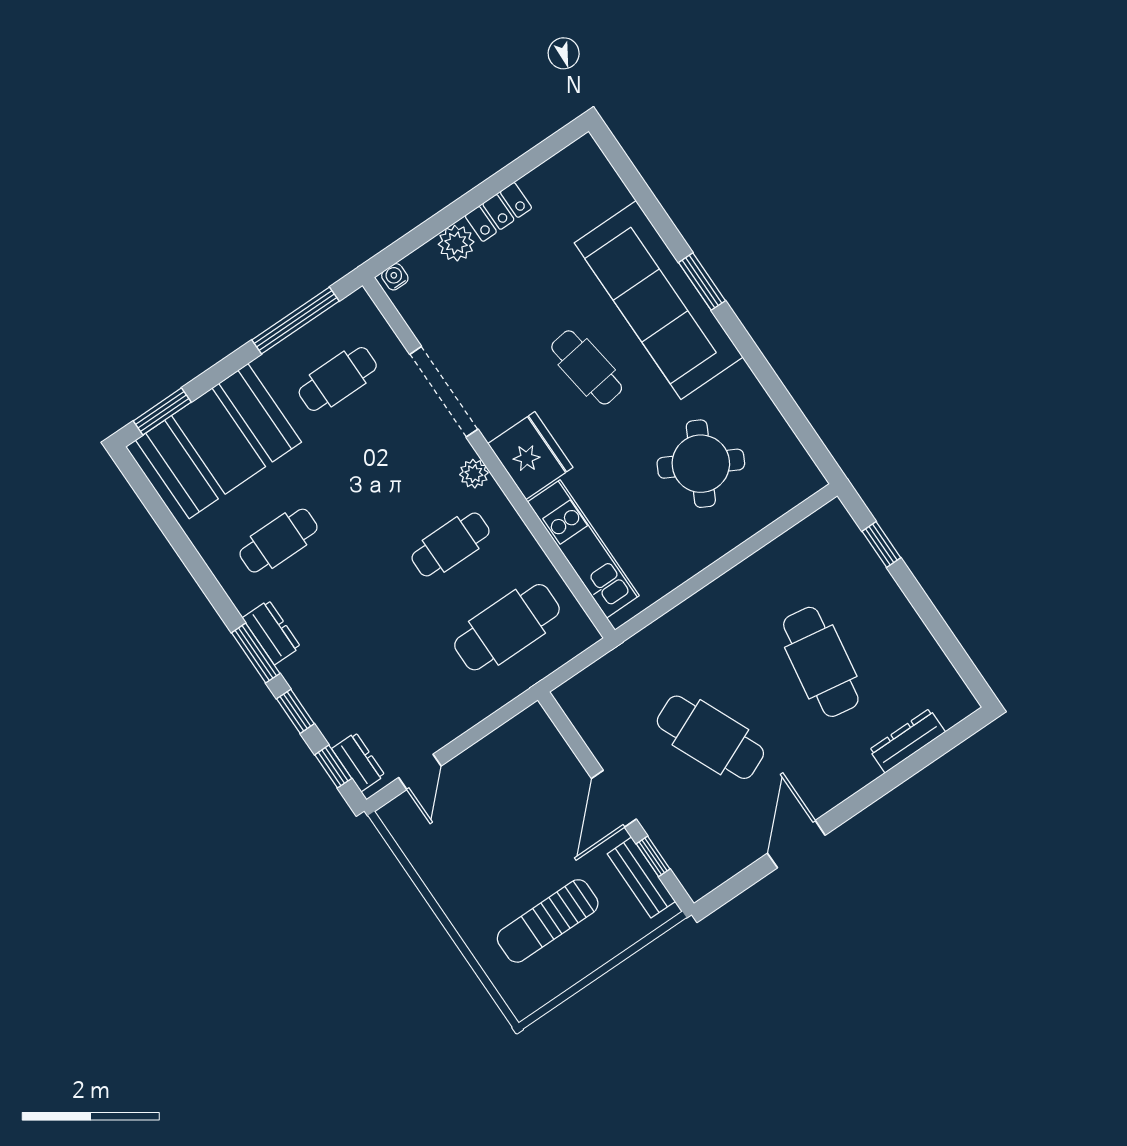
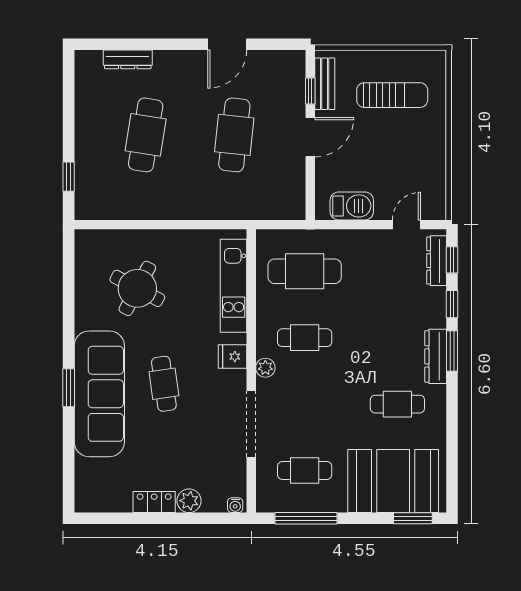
fridge: (530, 456) -> (232, 357), width x0.53, depth x0.75
dresser: (271, 632) -> (436, 356), width x1.44
cafe table: (710, 737) -> (234, 135), turned 30
barbecue: (504, 749) -> (352, 206), added
dresser: (358, 762) -> (437, 261), width x1.44

